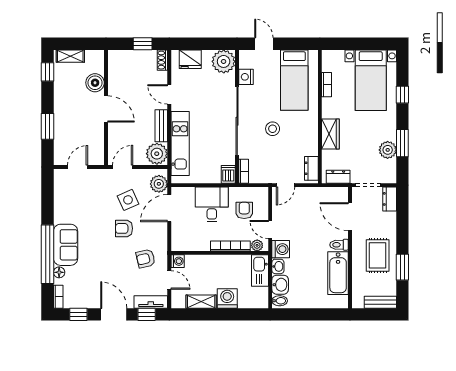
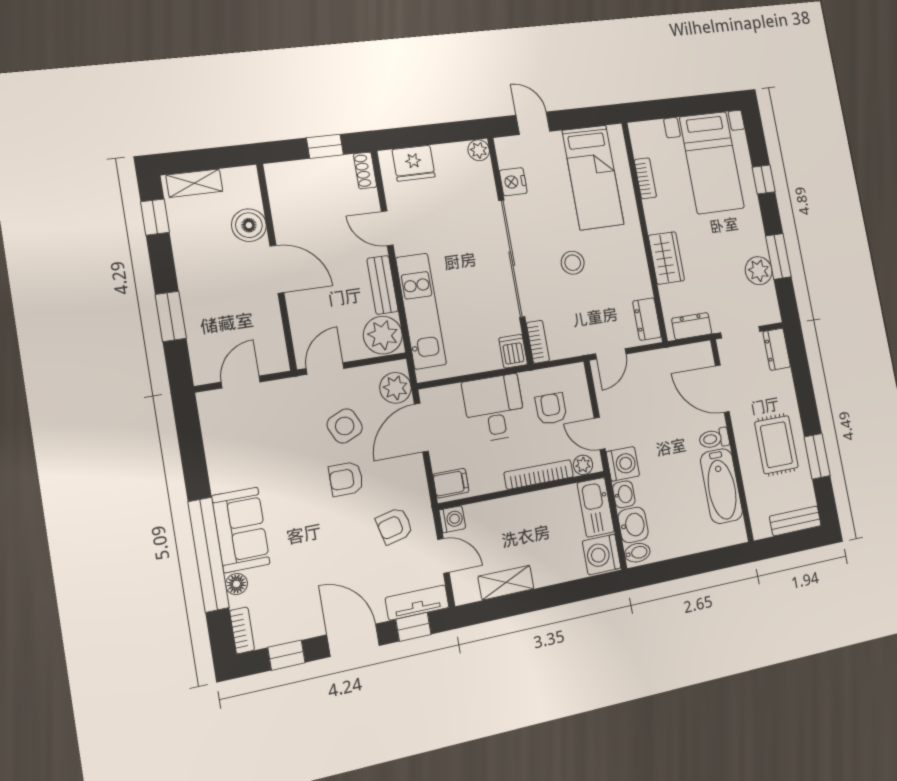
plant: (224, 61) -> (479, 150), width x0.53, depth x0.53
filing cabinet: (180, 241) -> (451, 483), added
washing machine: (227, 298) -> (602, 554), moved, turned -90

